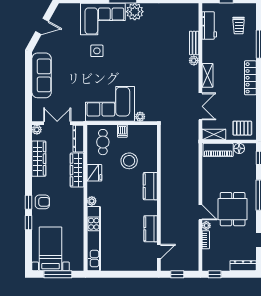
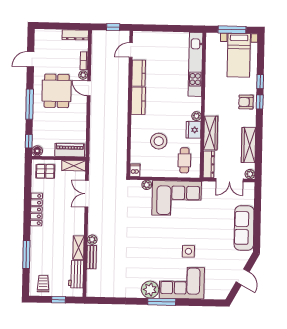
door: (42, 26) -> (243, 277), swing flipped
trolley: (239, 26) -> (43, 284), moved
shelving: (207, 75) -> (78, 248), moved
locker: (250, 78) -> (36, 209), moved
dishwasher: (122, 131) -> (135, 170), moved
floor lamp: (239, 148) -> (37, 151), moved
kitchen counter: (150, 186) -> (138, 101), moved
plant: (92, 201) -> (196, 116), moved
dresser: (243, 266) -> (75, 35), moved
window: (215, 274) -> (76, 26), removed

